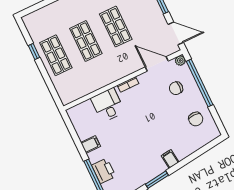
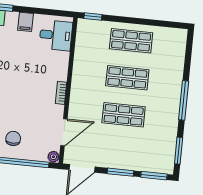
window: (34, 51) -> (93, 16), moved
chair: (176, 88) -> (13, 138), moved
desk: (108, 105) -> (56, 35), moved

